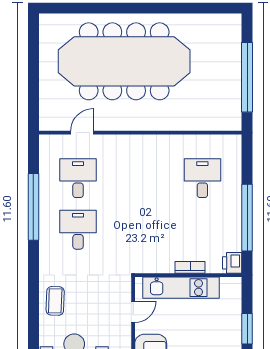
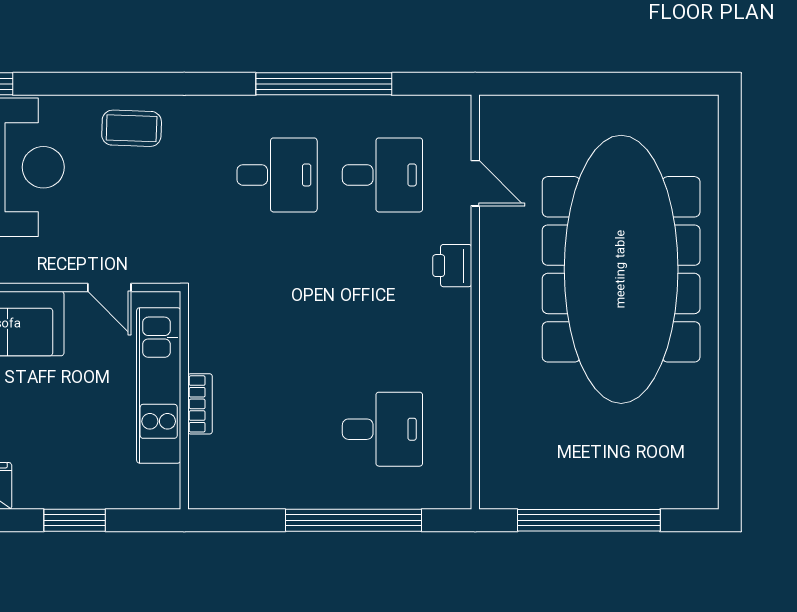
window: (247, 218) -> (353, 520), moved
printer: (232, 263) -> (452, 266), moved, turned -90

